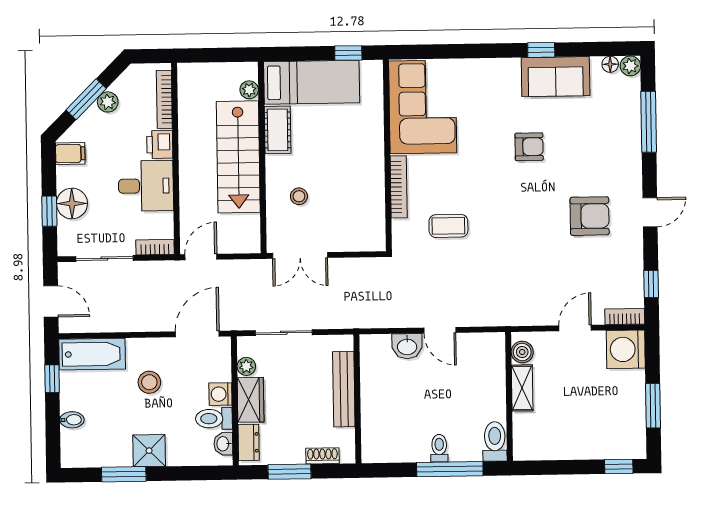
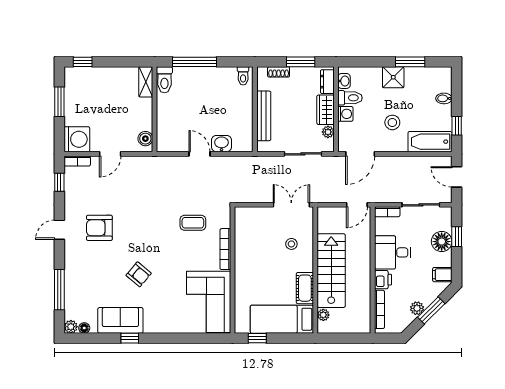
armchair: (529, 147) -> (139, 274), turned -140
shelving: (522, 388) -> (146, 82), moved
toilet: (439, 448) -> (243, 76), moved

